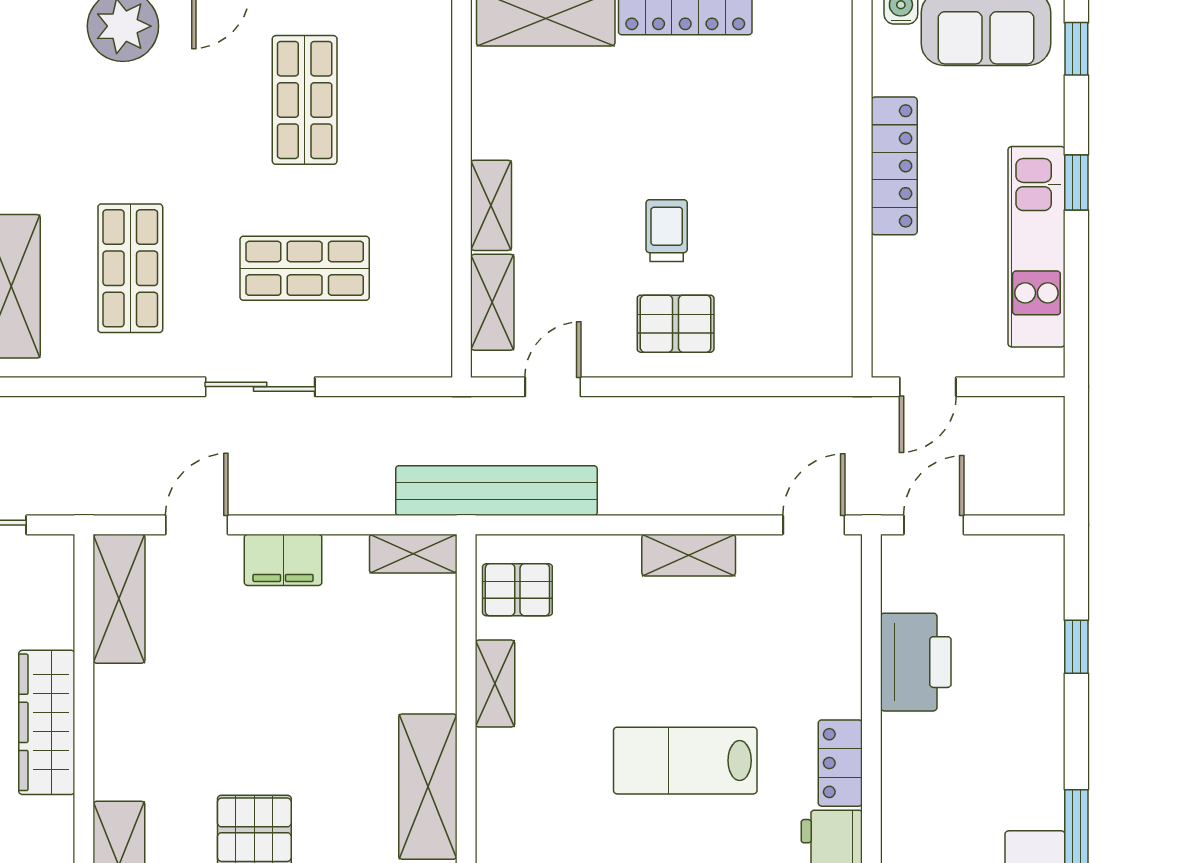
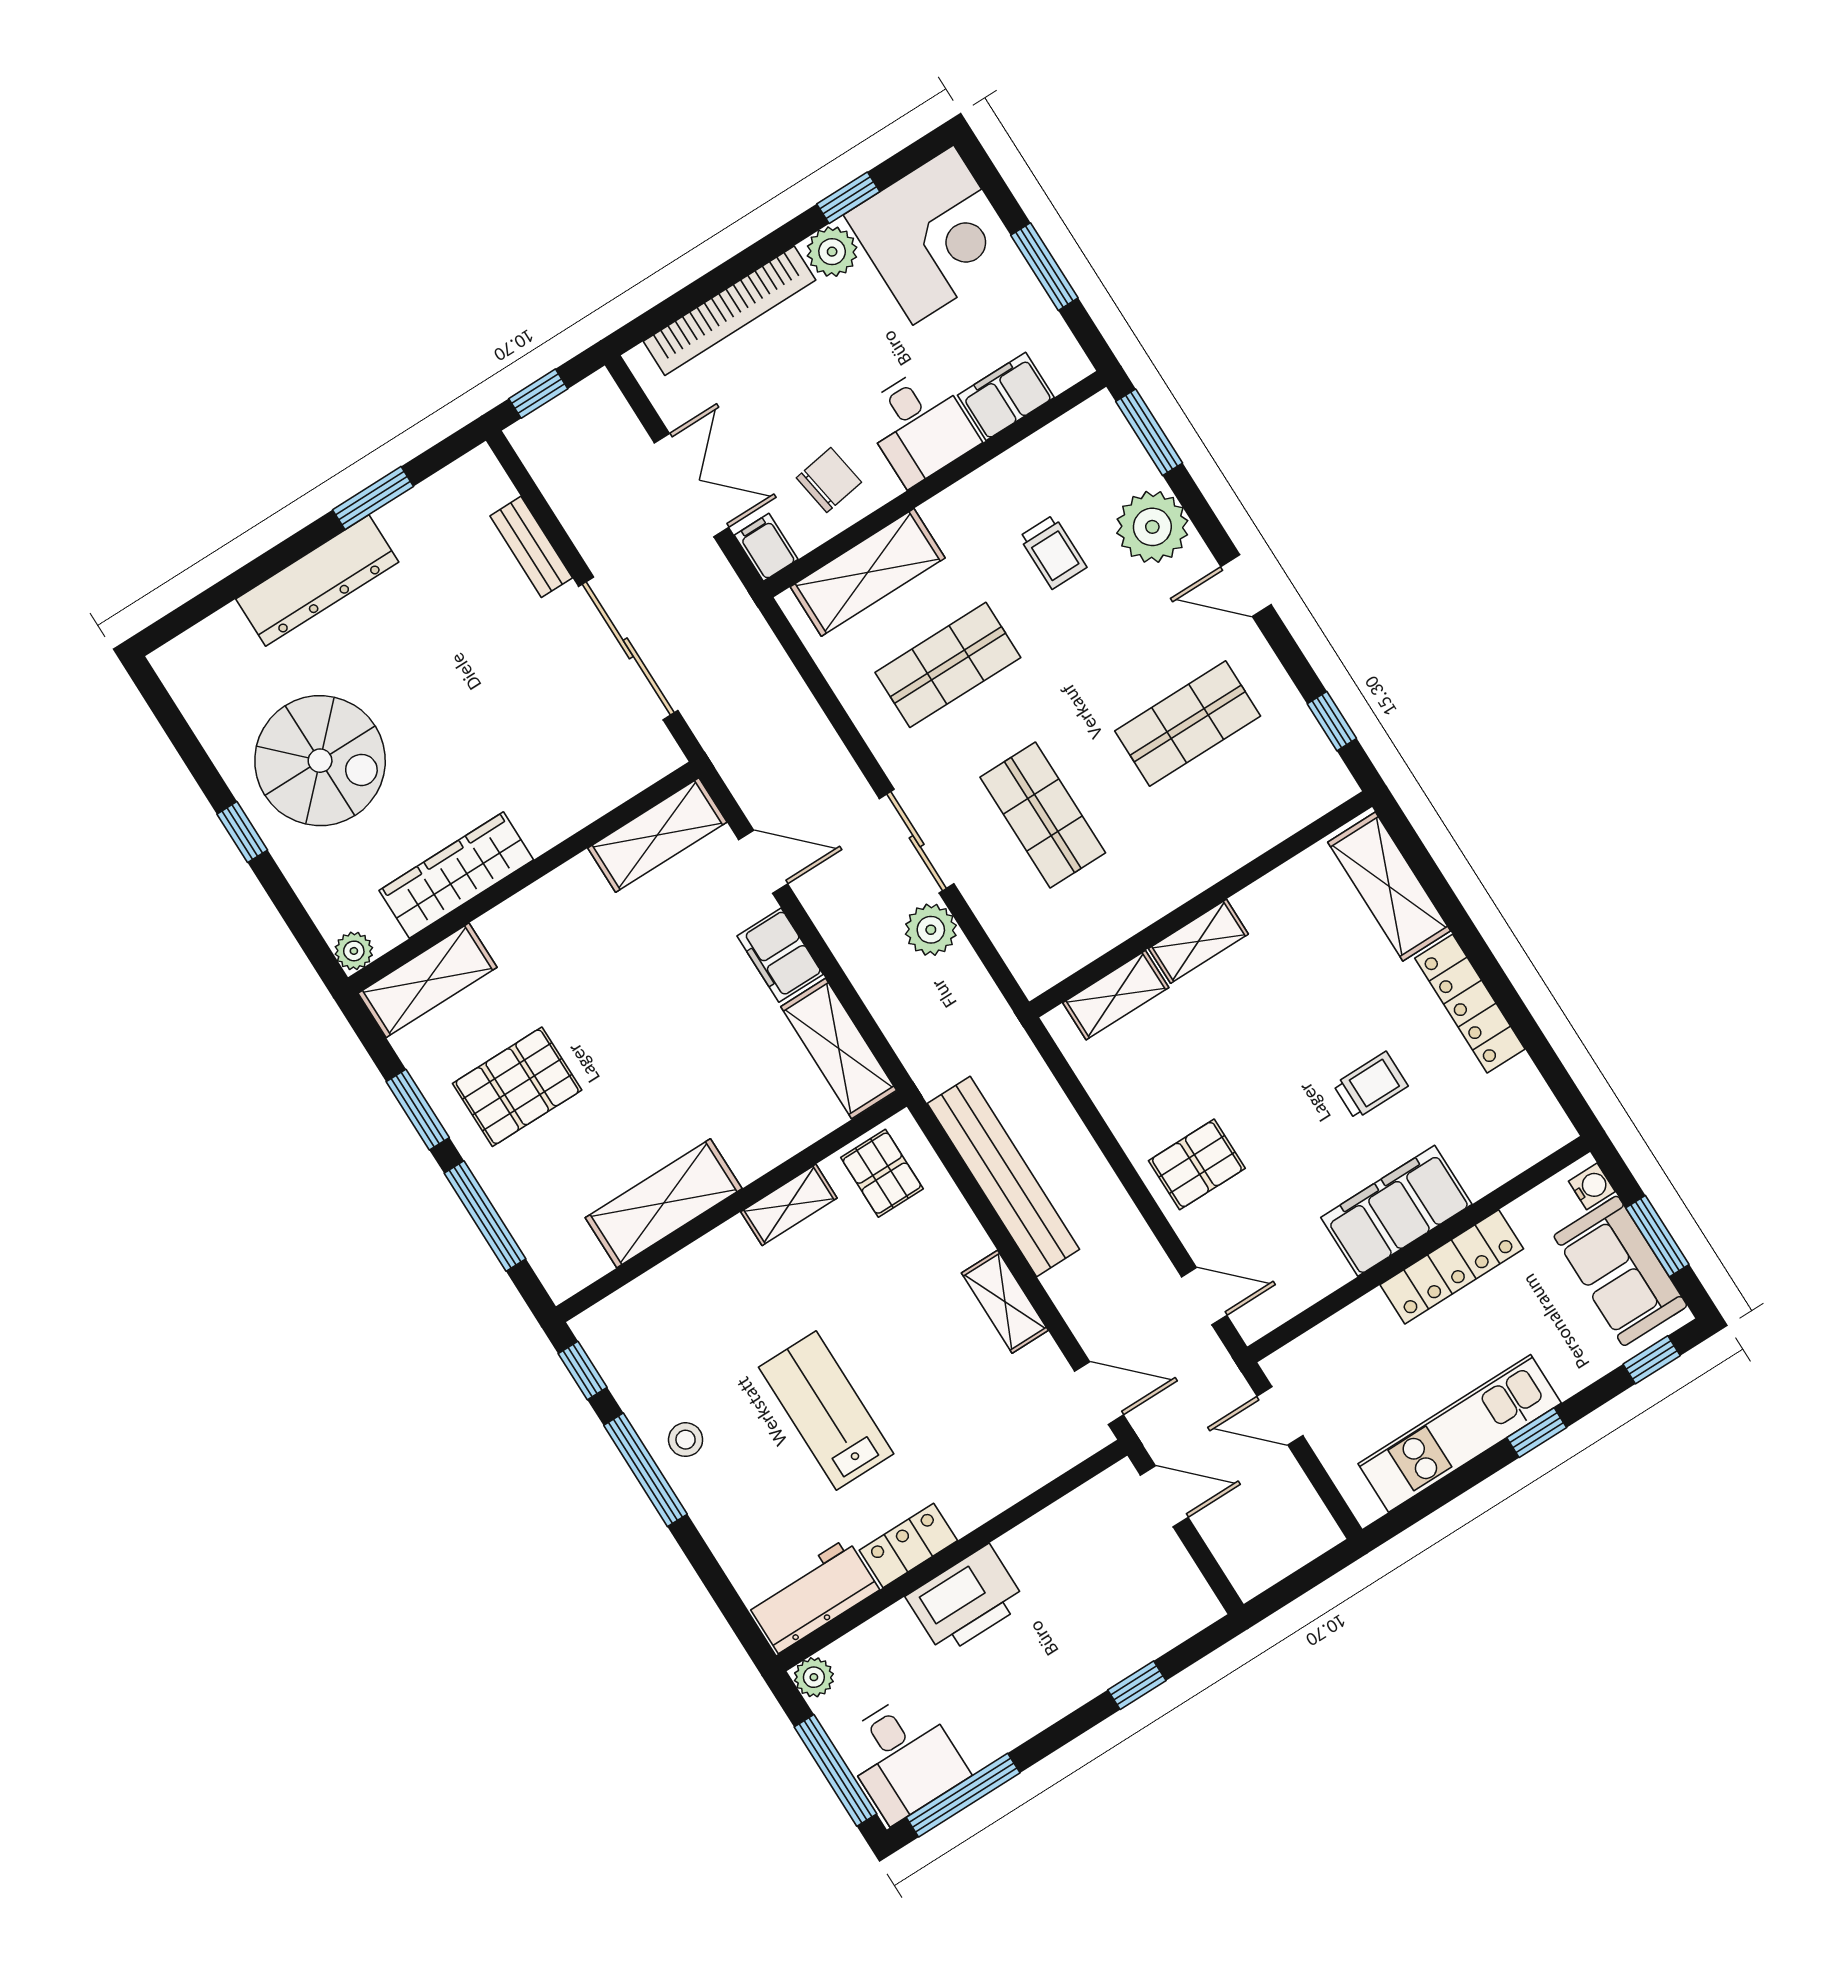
trolley: (92, 122) -> (1053, 552), added
filing cabinet: (819, 183) -> (1396, 1211), added
trolley: (667, 231) -> (1371, 1085), moved
pallet: (676, 324) -> (1197, 1164), turned 90
door: (553, 387) -> (1204, 1296), moved
plant: (341, 421) -> (931, 930), added
bench: (496, 491) -> (1003, 1176), moved
shelving: (413, 554) -> (839, 1048), width x1.50, depth x1.33
printer: (916, 662) -> (966, 1600), moved
wardrobe: (47, 722) -> (456, 875), moved

